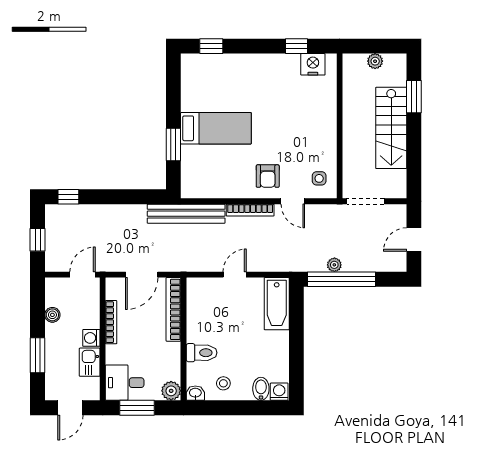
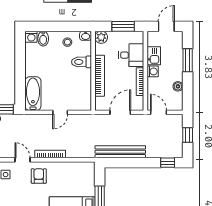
bench: (186, 214) -> (120, 152), moved
door: (83, 275) -> (158, 112), swing flipped
bookcase: (173, 309) -> (100, 76), moved
desk: (125, 383) -> (131, 55), moved

